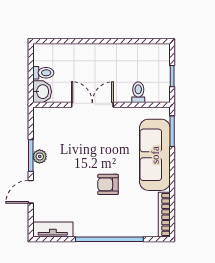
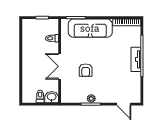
armchair: (108, 184) -> (86, 70), moved
door: (31, 192) -> (124, 104), moved
tv unit: (53, 229) -> (136, 59), moved

